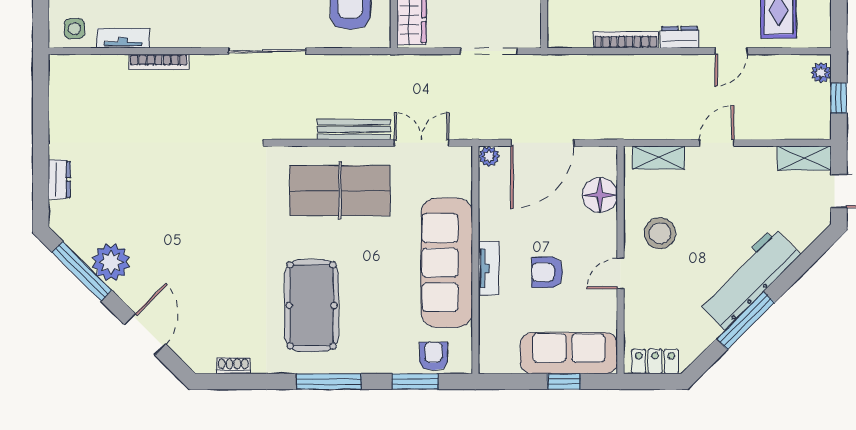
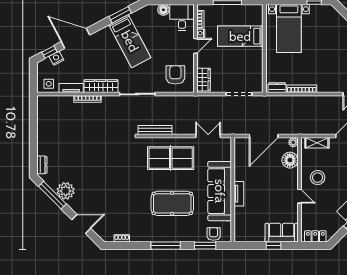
wardrobe: (188, 34) -> (101, 86), added
dresser: (680, 37) -> (277, 88), moved
bench: (354, 129) -> (155, 130), moved
plant: (489, 156) -> (293, 142), moved
dresser: (59, 179) -> (42, 165), moved
armchair: (547, 272) -> (266, 195), removed
door: (620, 274) -> (299, 196), swing flipped
pool table: (312, 305) -> (172, 203), moved, turned 90
door: (145, 334) -> (81, 224), hinge flipped
sofa: (569, 353) -> (282, 233), width x0.73

